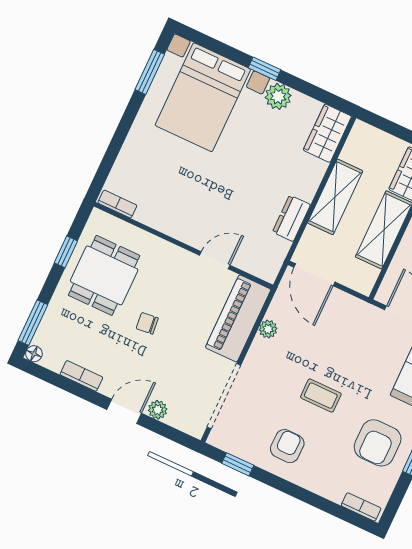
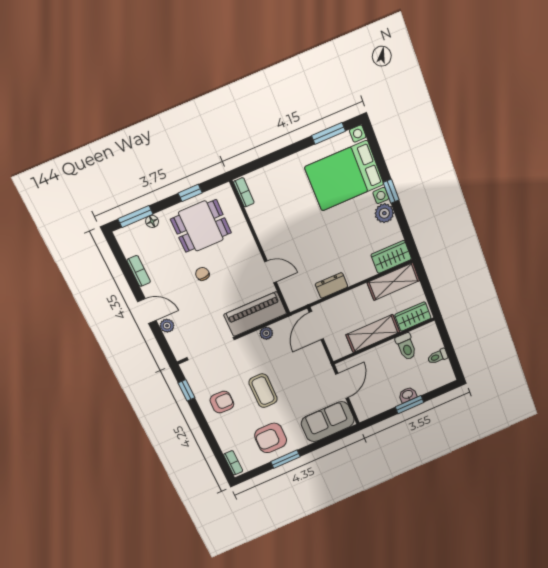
shelving: (335, 197) -> (393, 282), moved
floor lamp: (34, 354) -> (152, 221), moved
coffee table: (321, 396) -> (263, 391), width x1.36, depth x1.30

